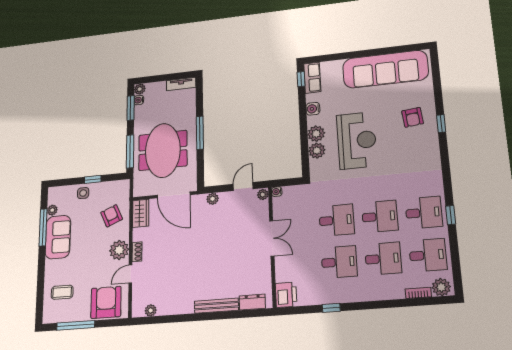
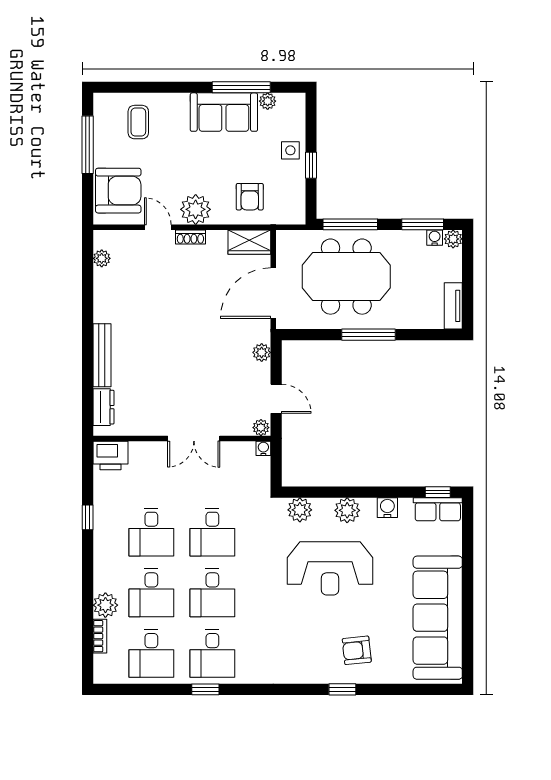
plant: (317, 151) -> (300, 510), moved
armchair: (112, 216) -> (250, 197), turned 113
plant: (441, 287) -> (105, 605), moved

